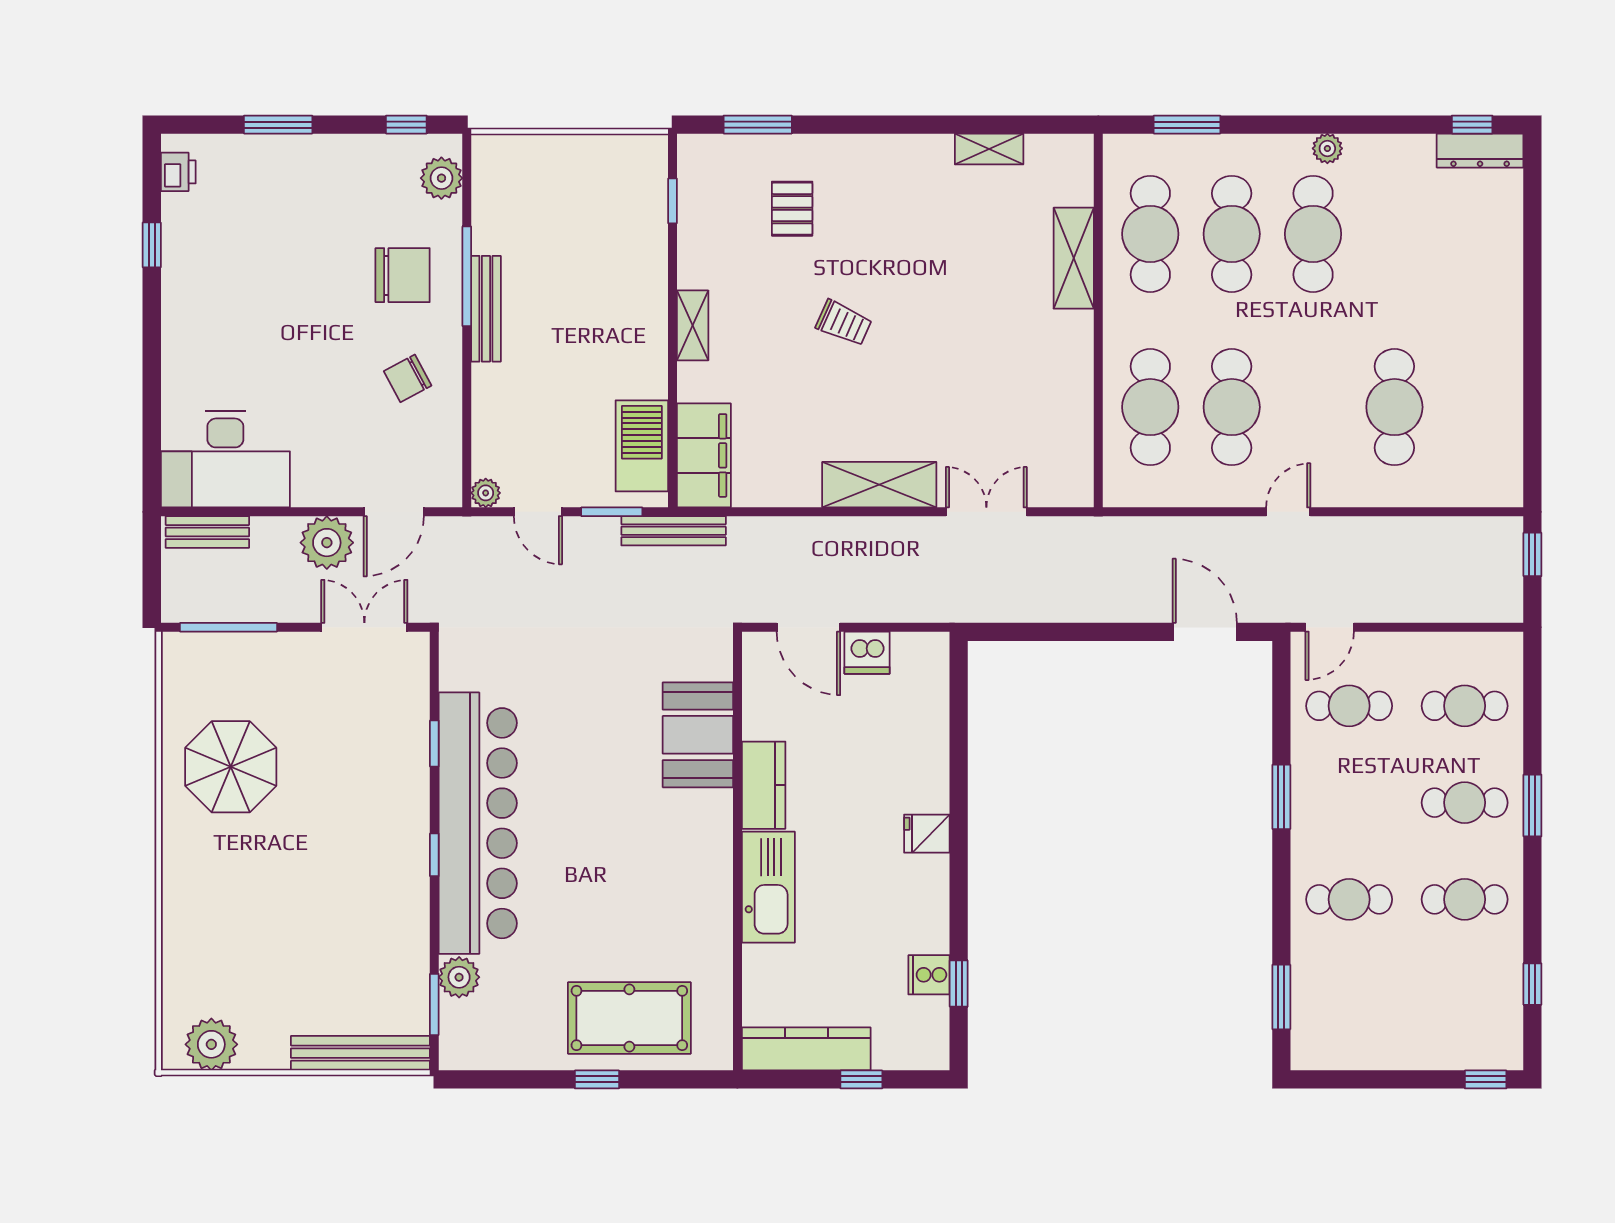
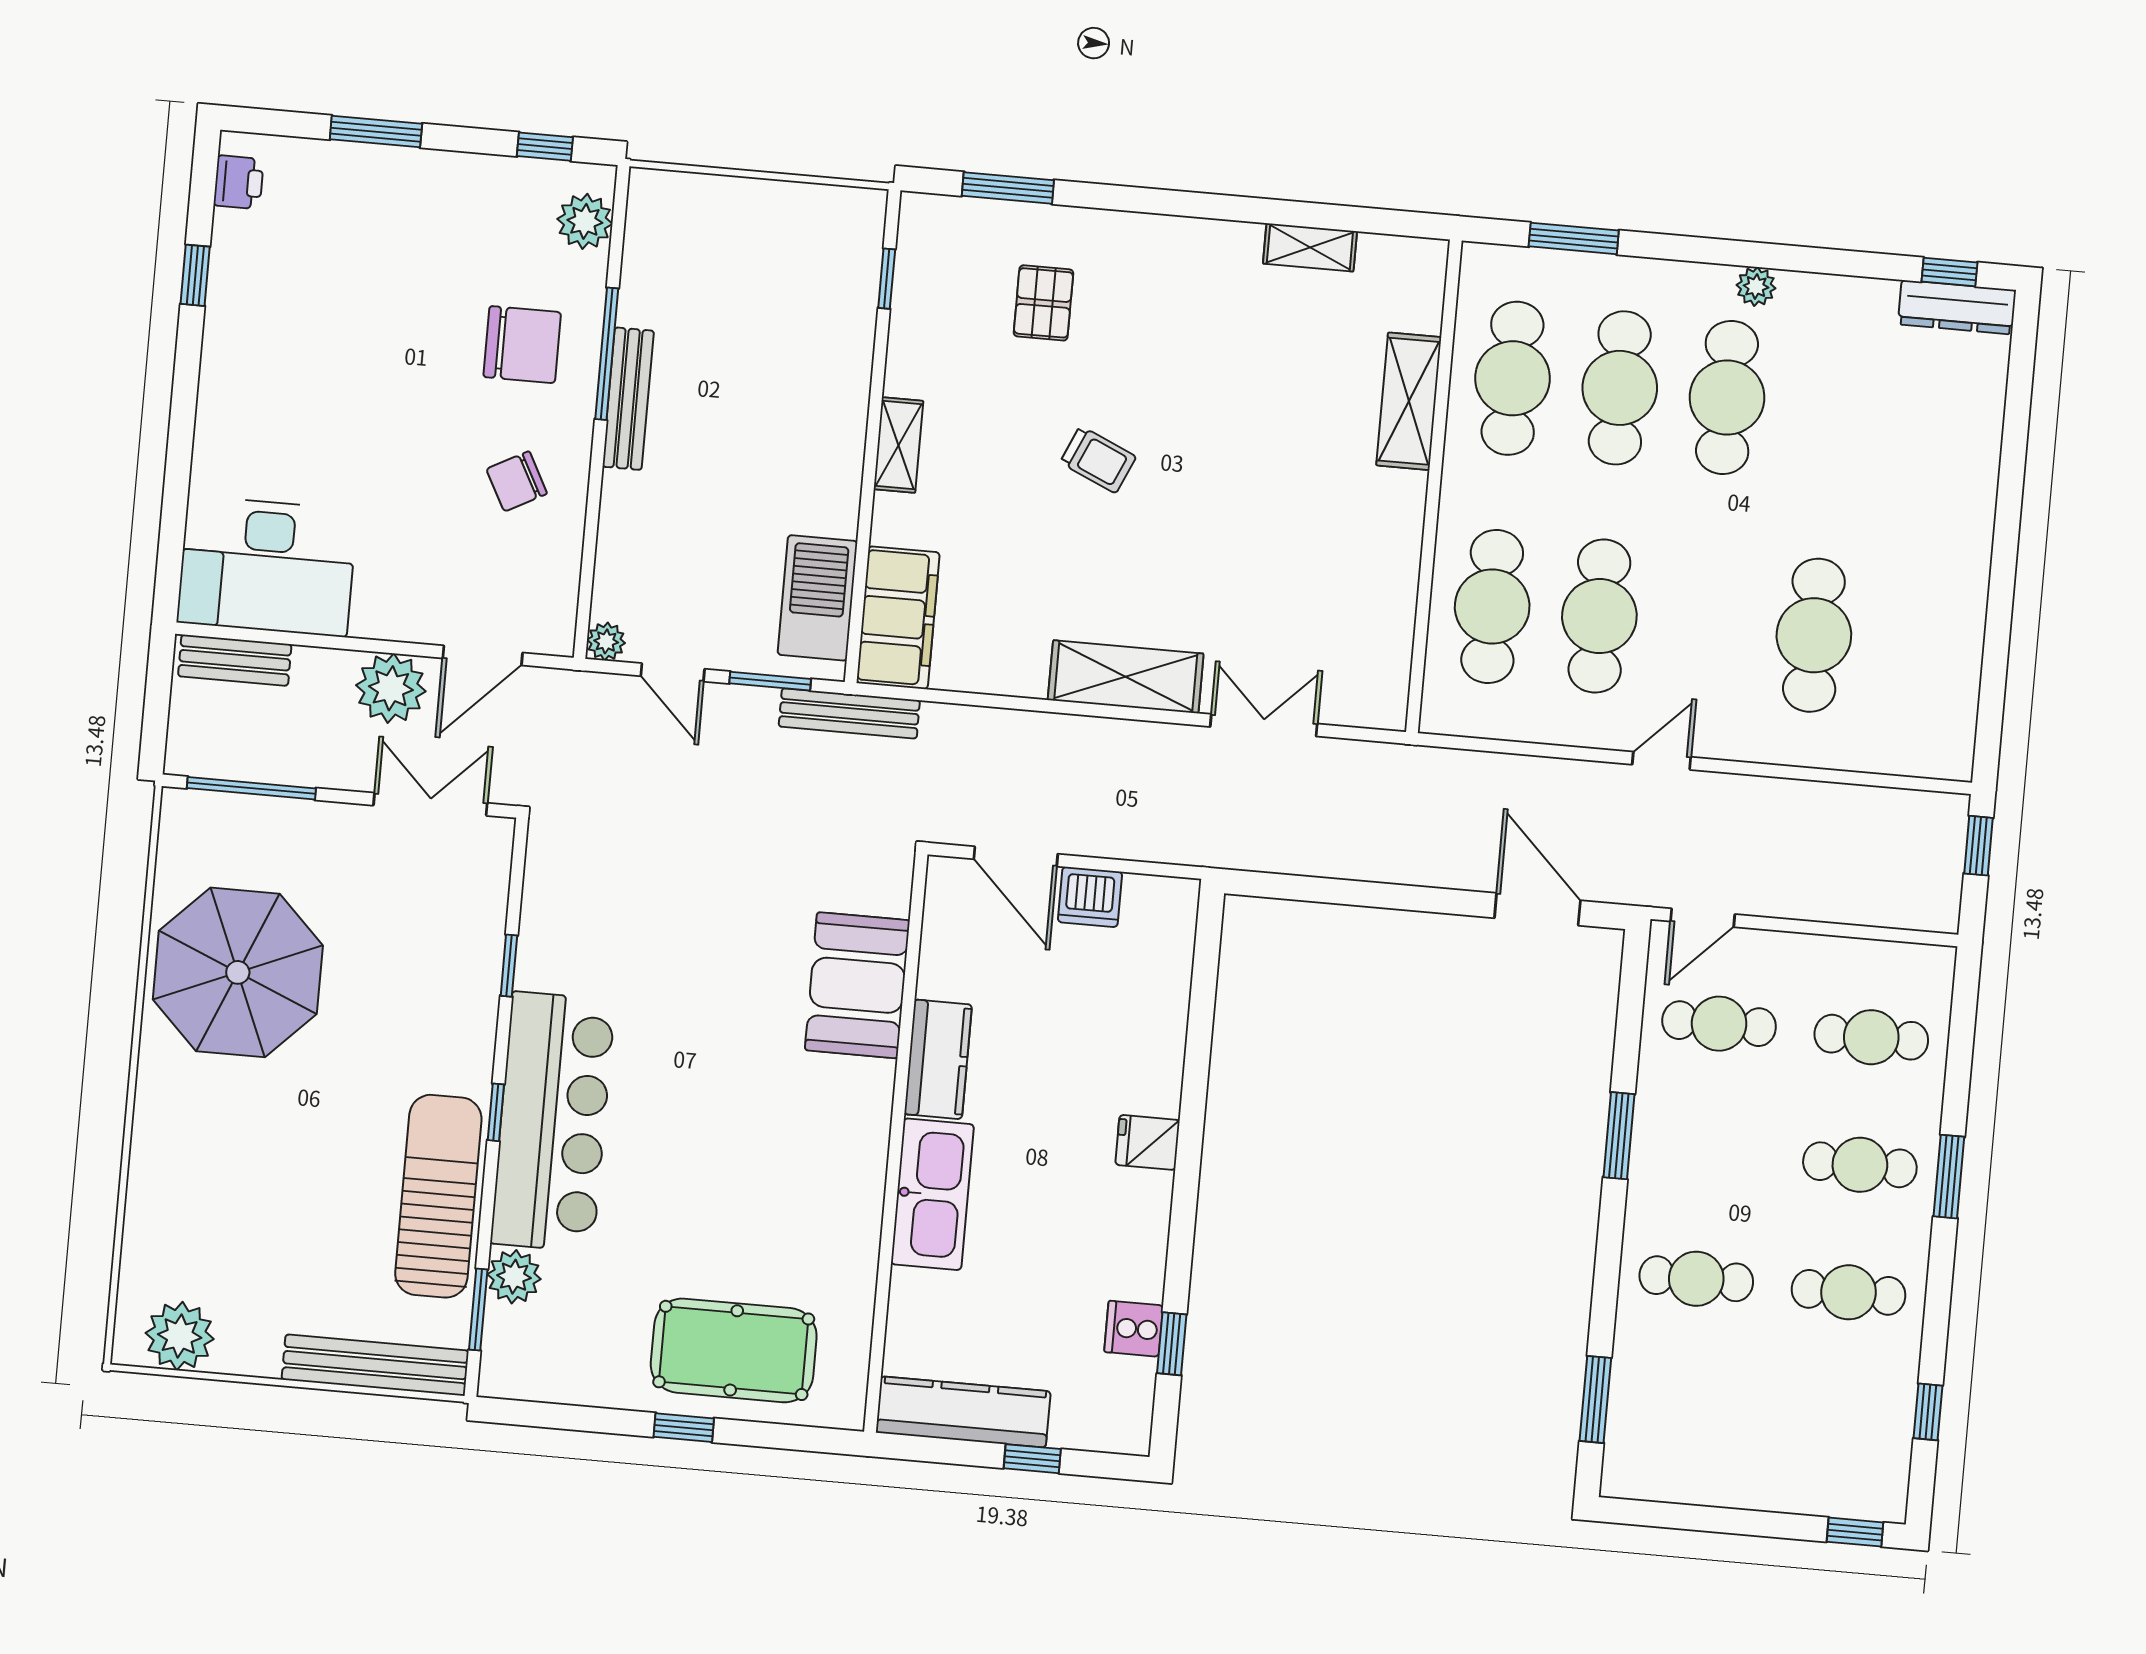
parasol: (231, 767) -> (238, 972), width x1.36, depth x1.36
bar counter: (478, 823) -> (553, 1122), width x0.73
sun lounger: (397, 922) -> (438, 1196), added

